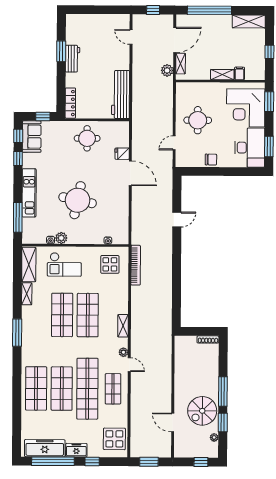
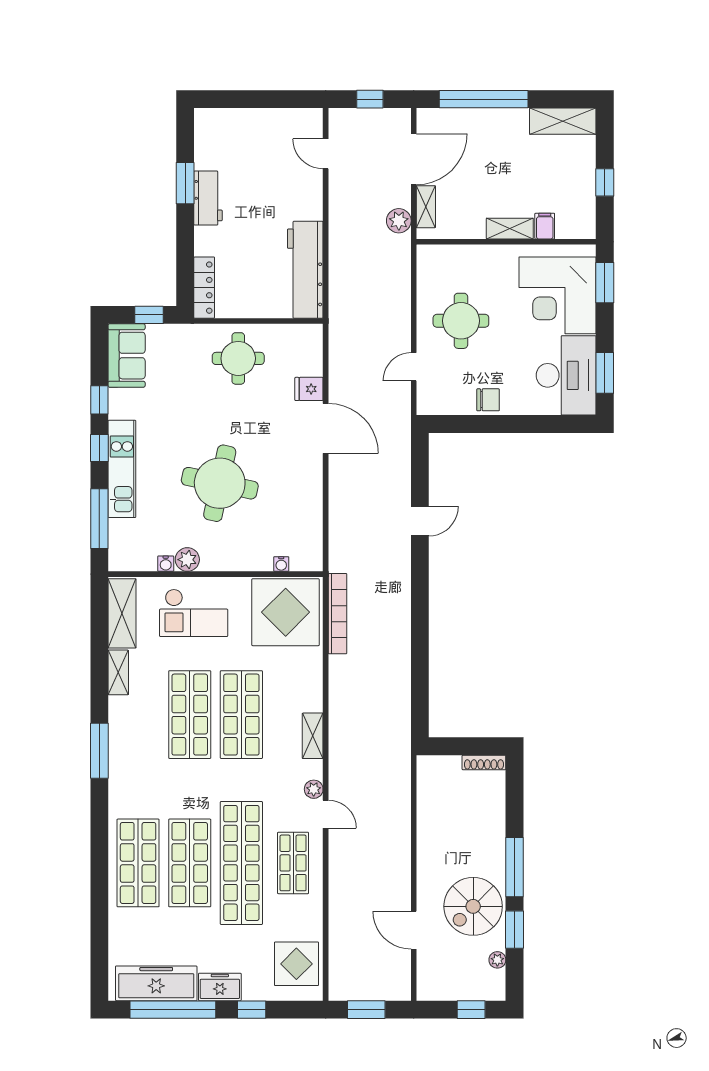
window: (18, 136) -> (99, 448), moved
display table: (110, 264) -> (286, 612), width x1.86, depth x1.86

